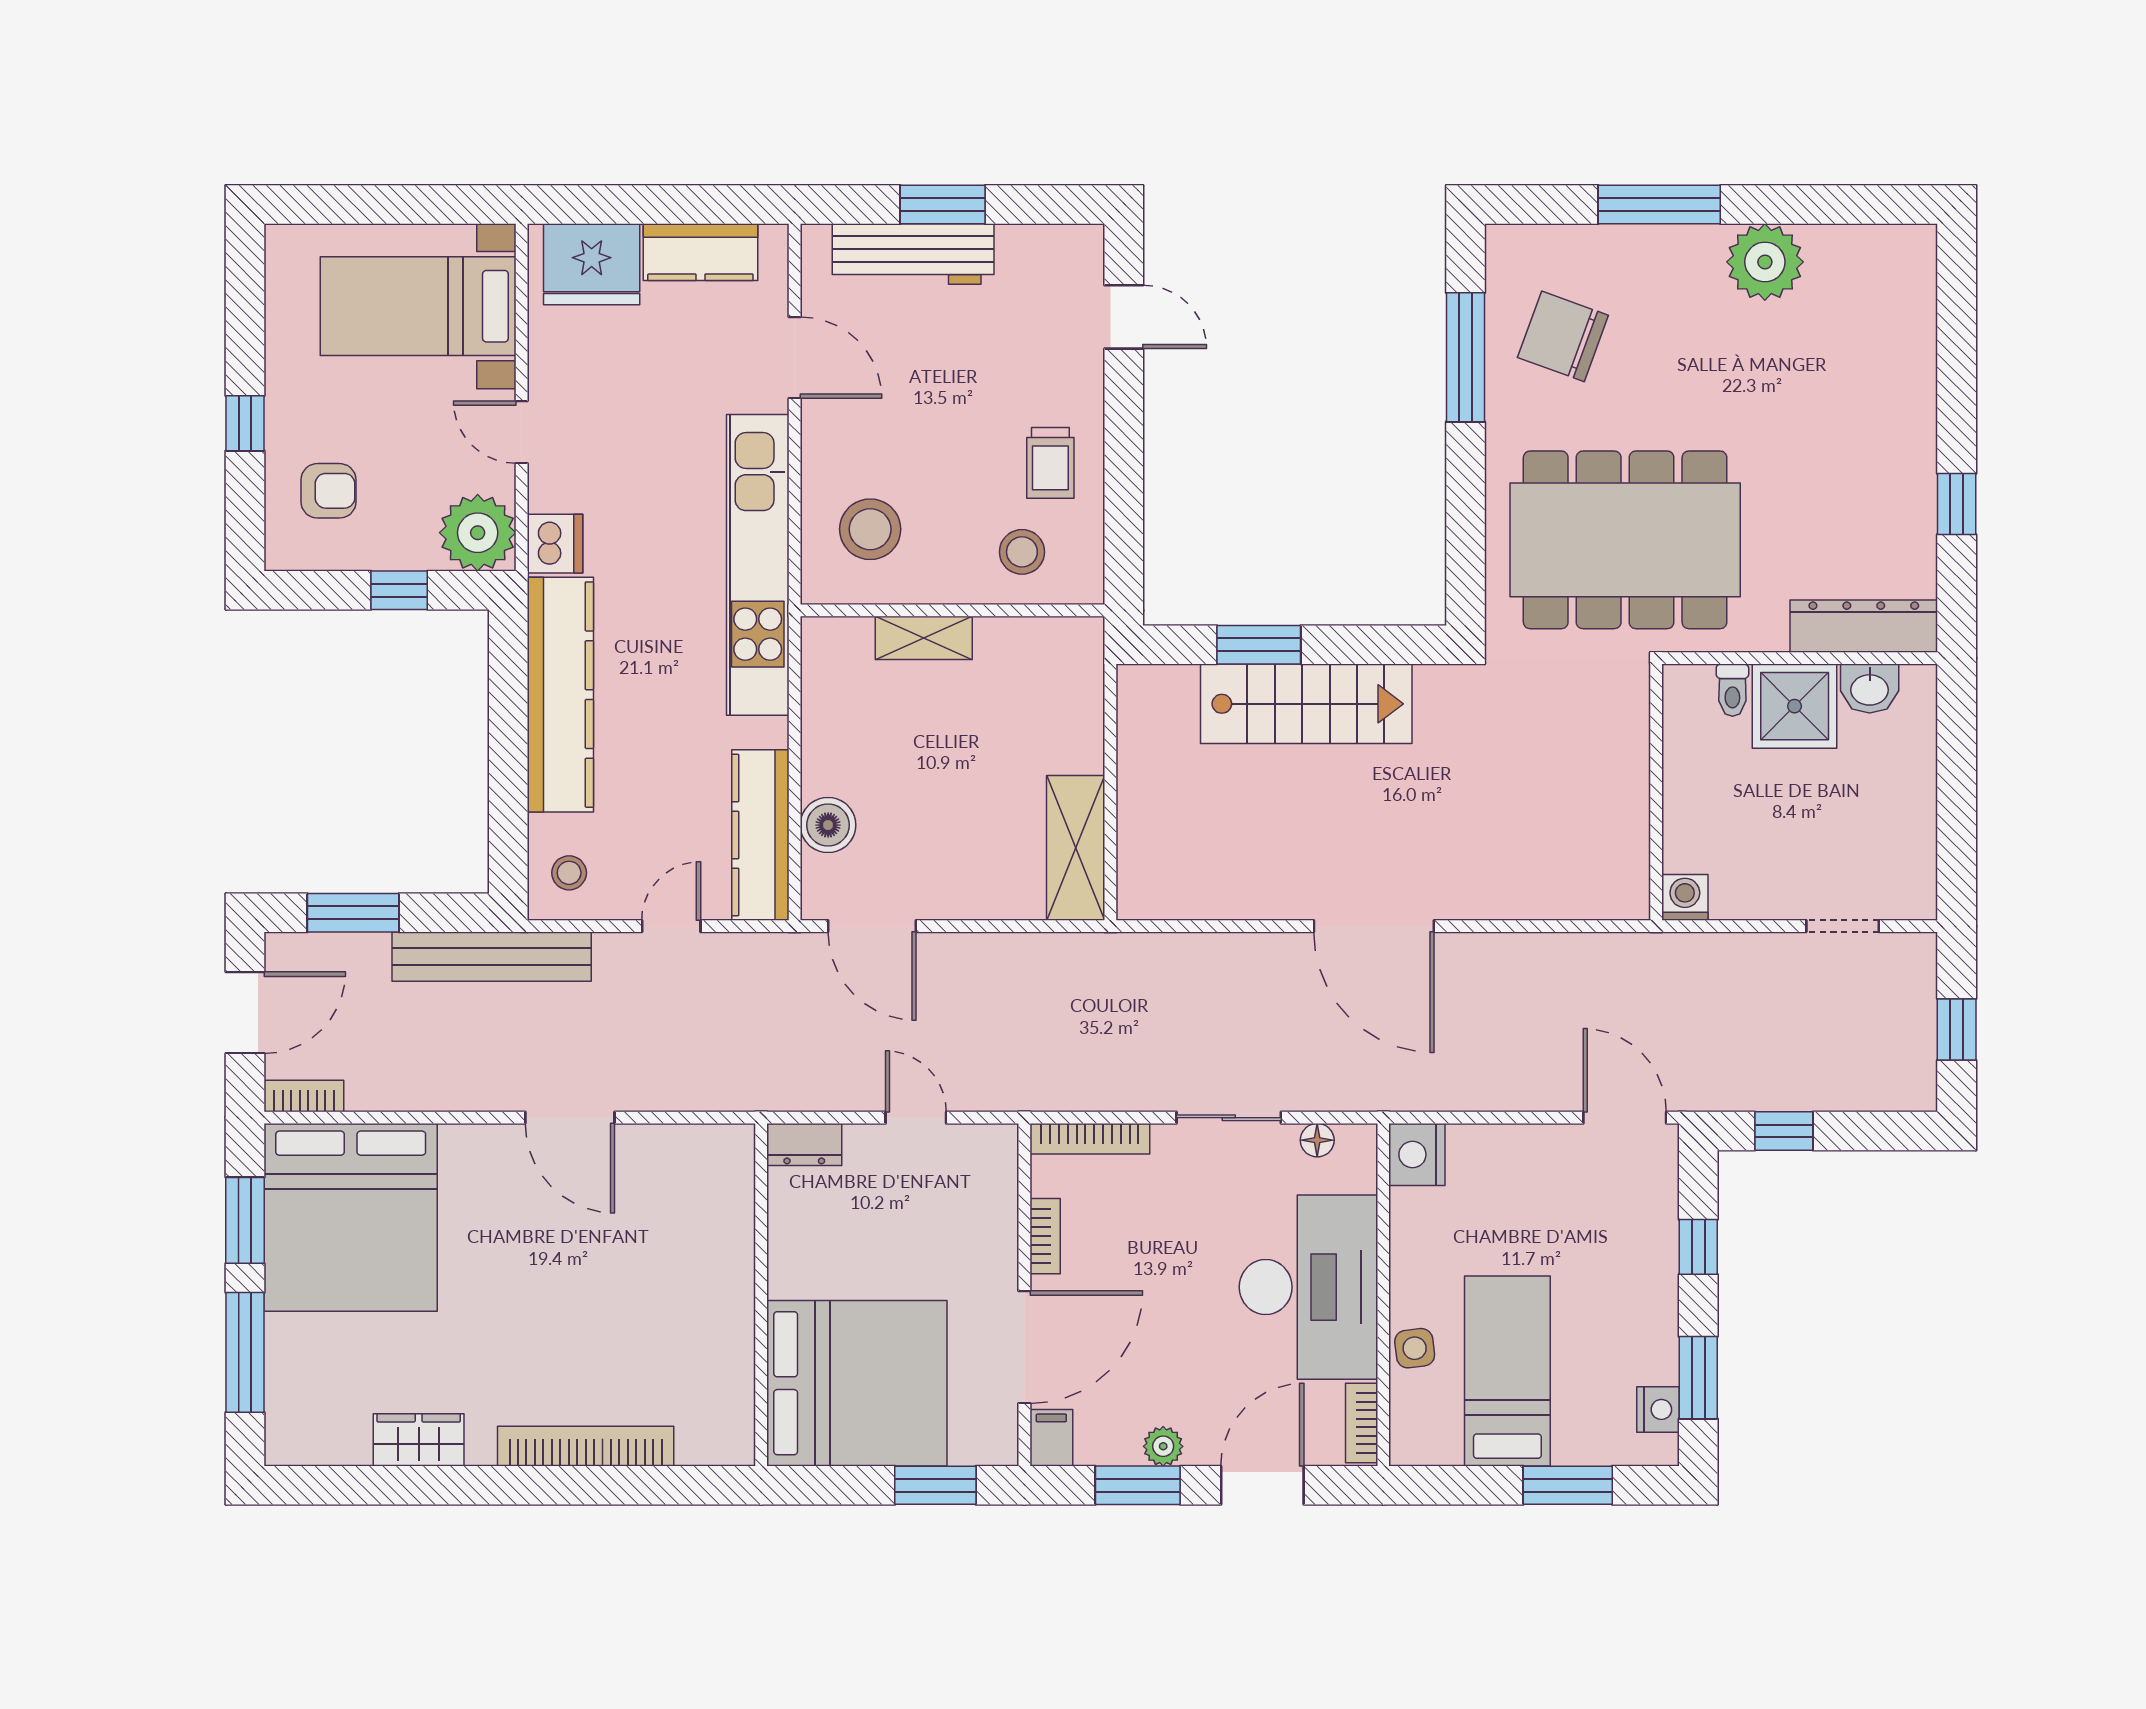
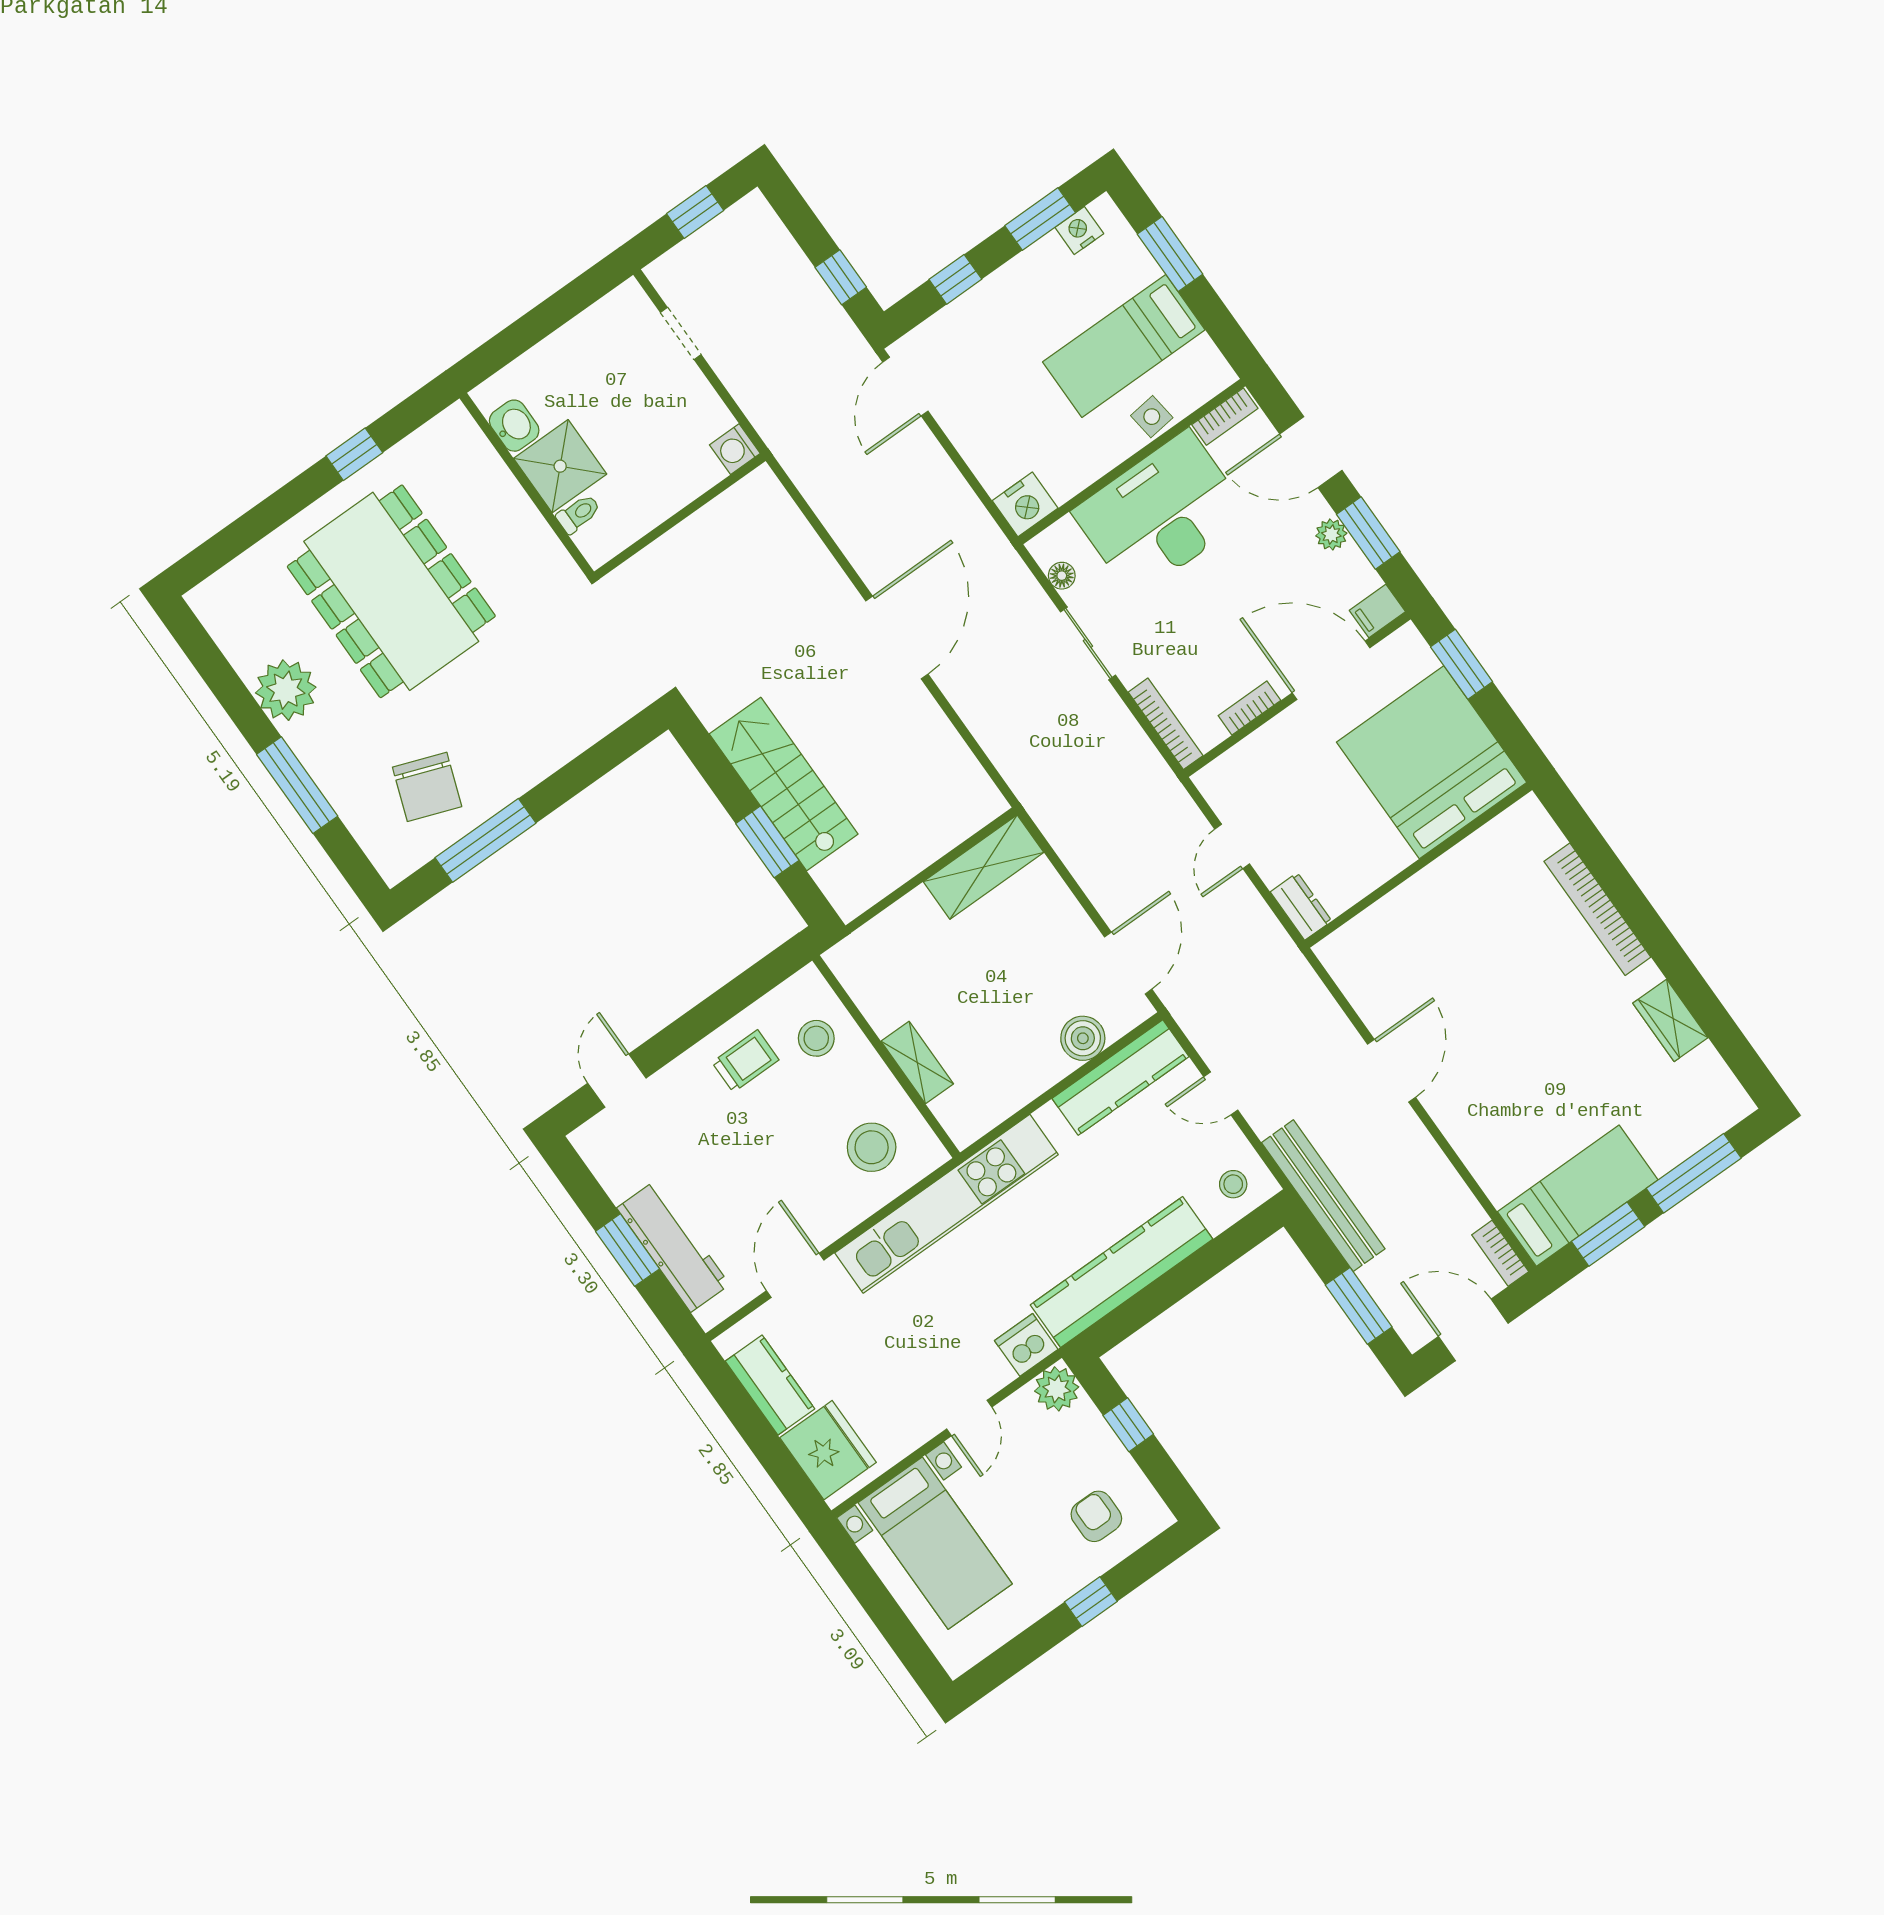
plant: (478, 533) -> (1057, 1389), width x0.73, depth x0.73
dining table: (1625, 540) -> (391, 591), moved
dresser: (1864, 626) -> (476, 458), removed
bed: (351, 1217) -> (1578, 1196), width x0.49

